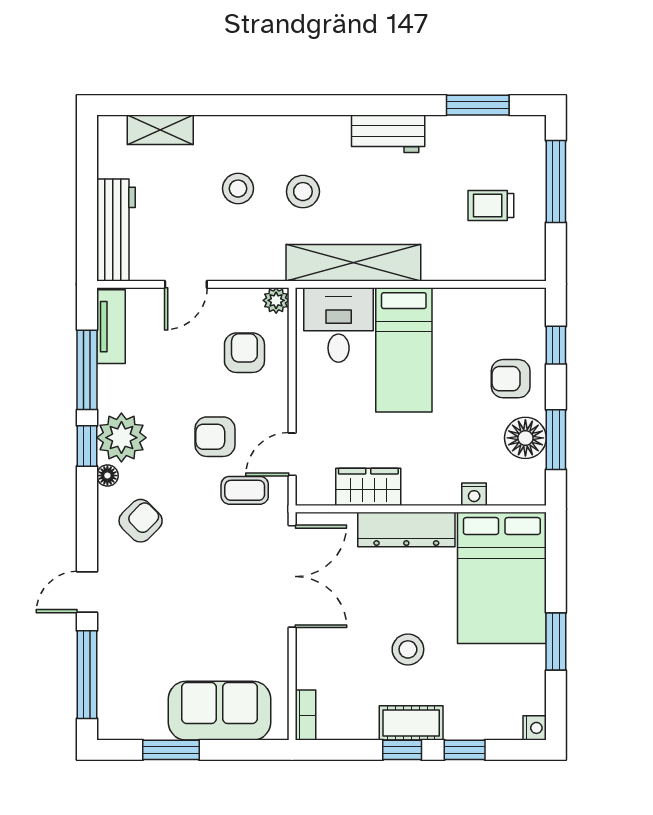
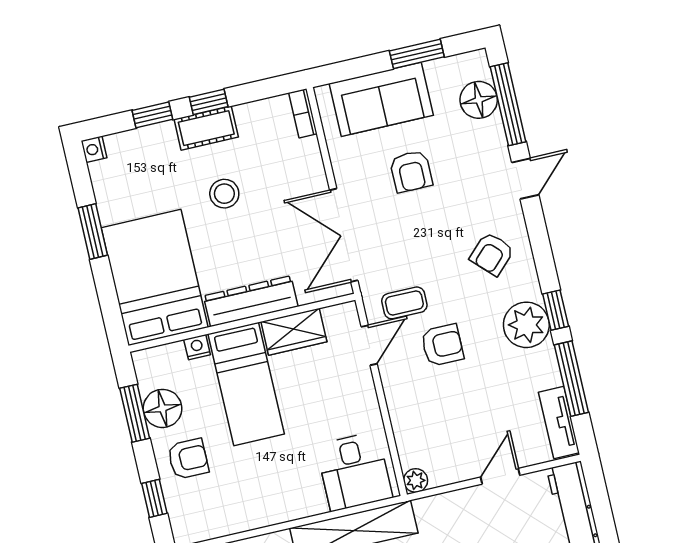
bed: (404, 350) -> (246, 384), moved, turned 180
armchair: (244, 353) -> (411, 171), moved
floor lamp: (107, 476) -> (479, 100), moved, width x1.89, depth x1.89

